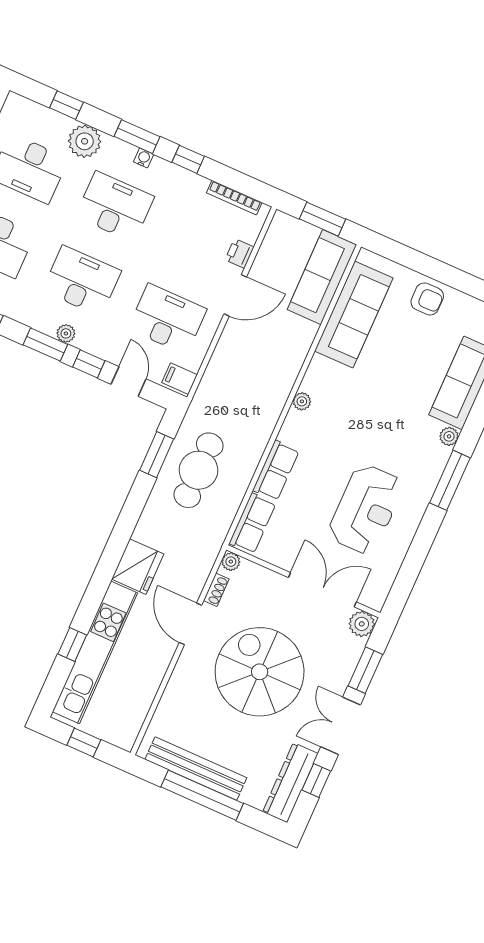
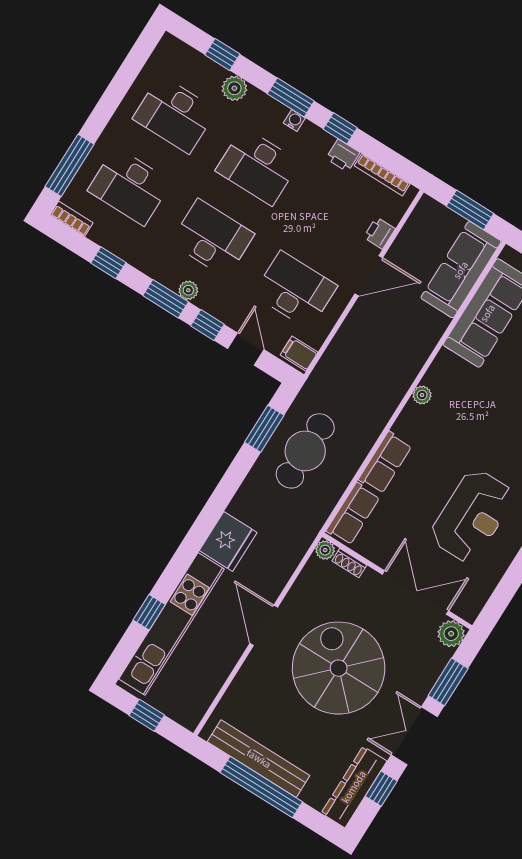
plant: (85, 141) -> (234, 88), width x0.73, depth x0.73
printer: (194, 185) -> (343, 155), added
desk: (115, 207) -> (257, 166), turned 180
shoe rack: (216, 590) -> (349, 563), moved, turned 90
door: (191, 624) -> (264, 625), moved

